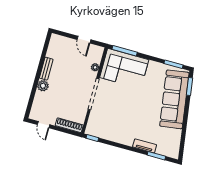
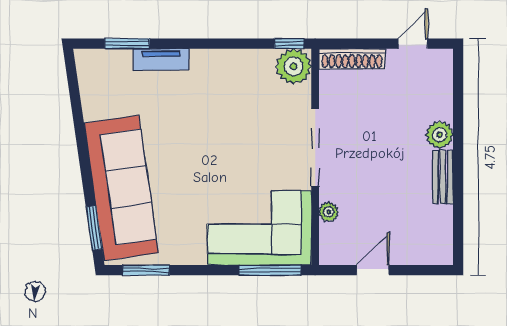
door: (84, 40) -> (373, 270), hinge flipped
door: (44, 125) -> (413, 44), hinge flipped
plant: (93, 129) -> (294, 66), added

